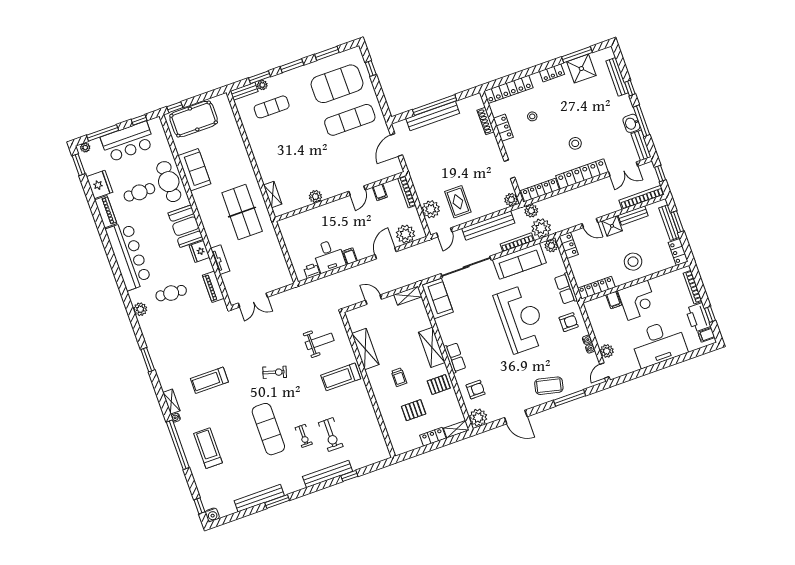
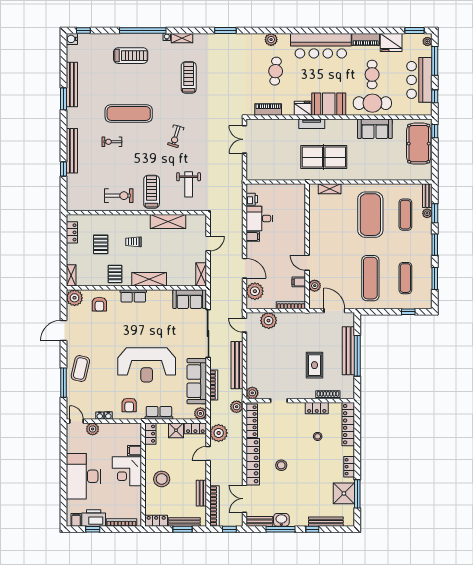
exercise mat: (337, 84) -> (405, 278), width x0.50, depth x0.69
exercise mat: (284, 143) -> (370, 215), added
plant: (315, 197) -> (315, 286), moved
rug: (458, 202) -> (314, 365), moved, turned 90
shower: (612, 226) -> (176, 430), moved
plant: (541, 228) -> (219, 433), moved
tv unit: (220, 260) -> (312, 124), moved
locker: (596, 288) -> (150, 434), width x0.66
exercise bike: (331, 435) -> (119, 196), moved, turned 180
locker: (433, 437) -> (72, 232), moved

